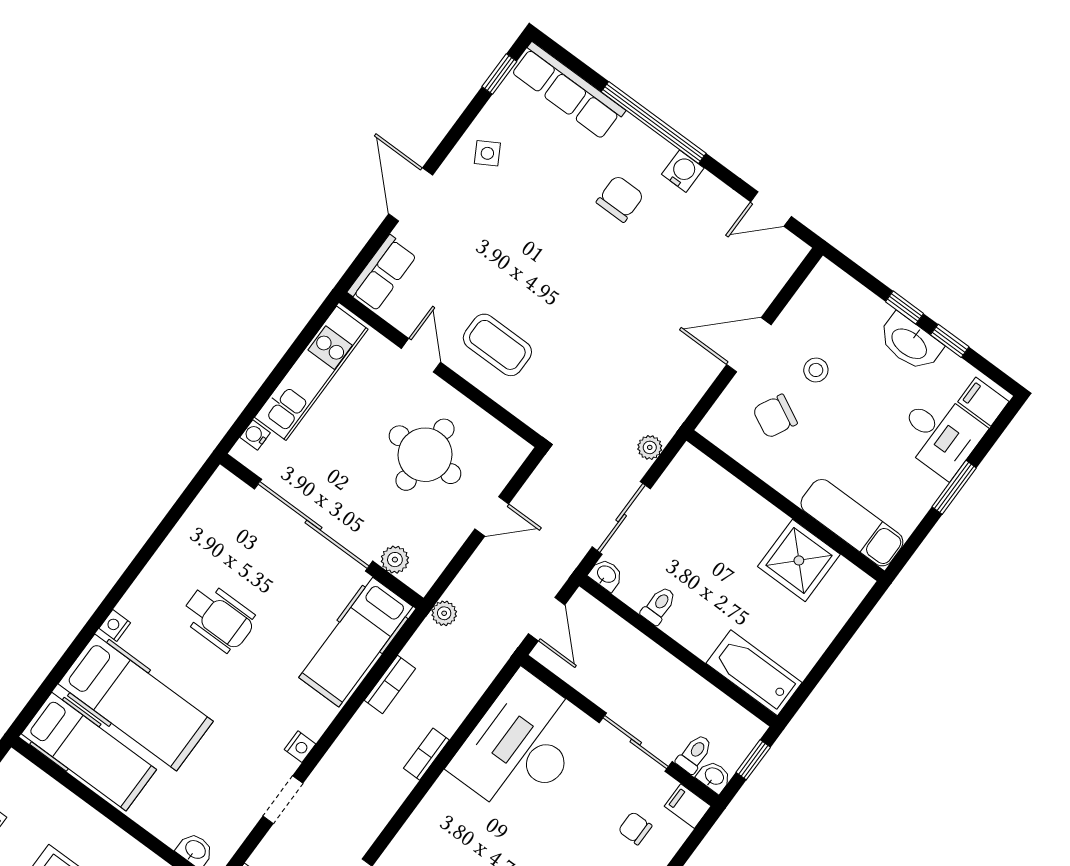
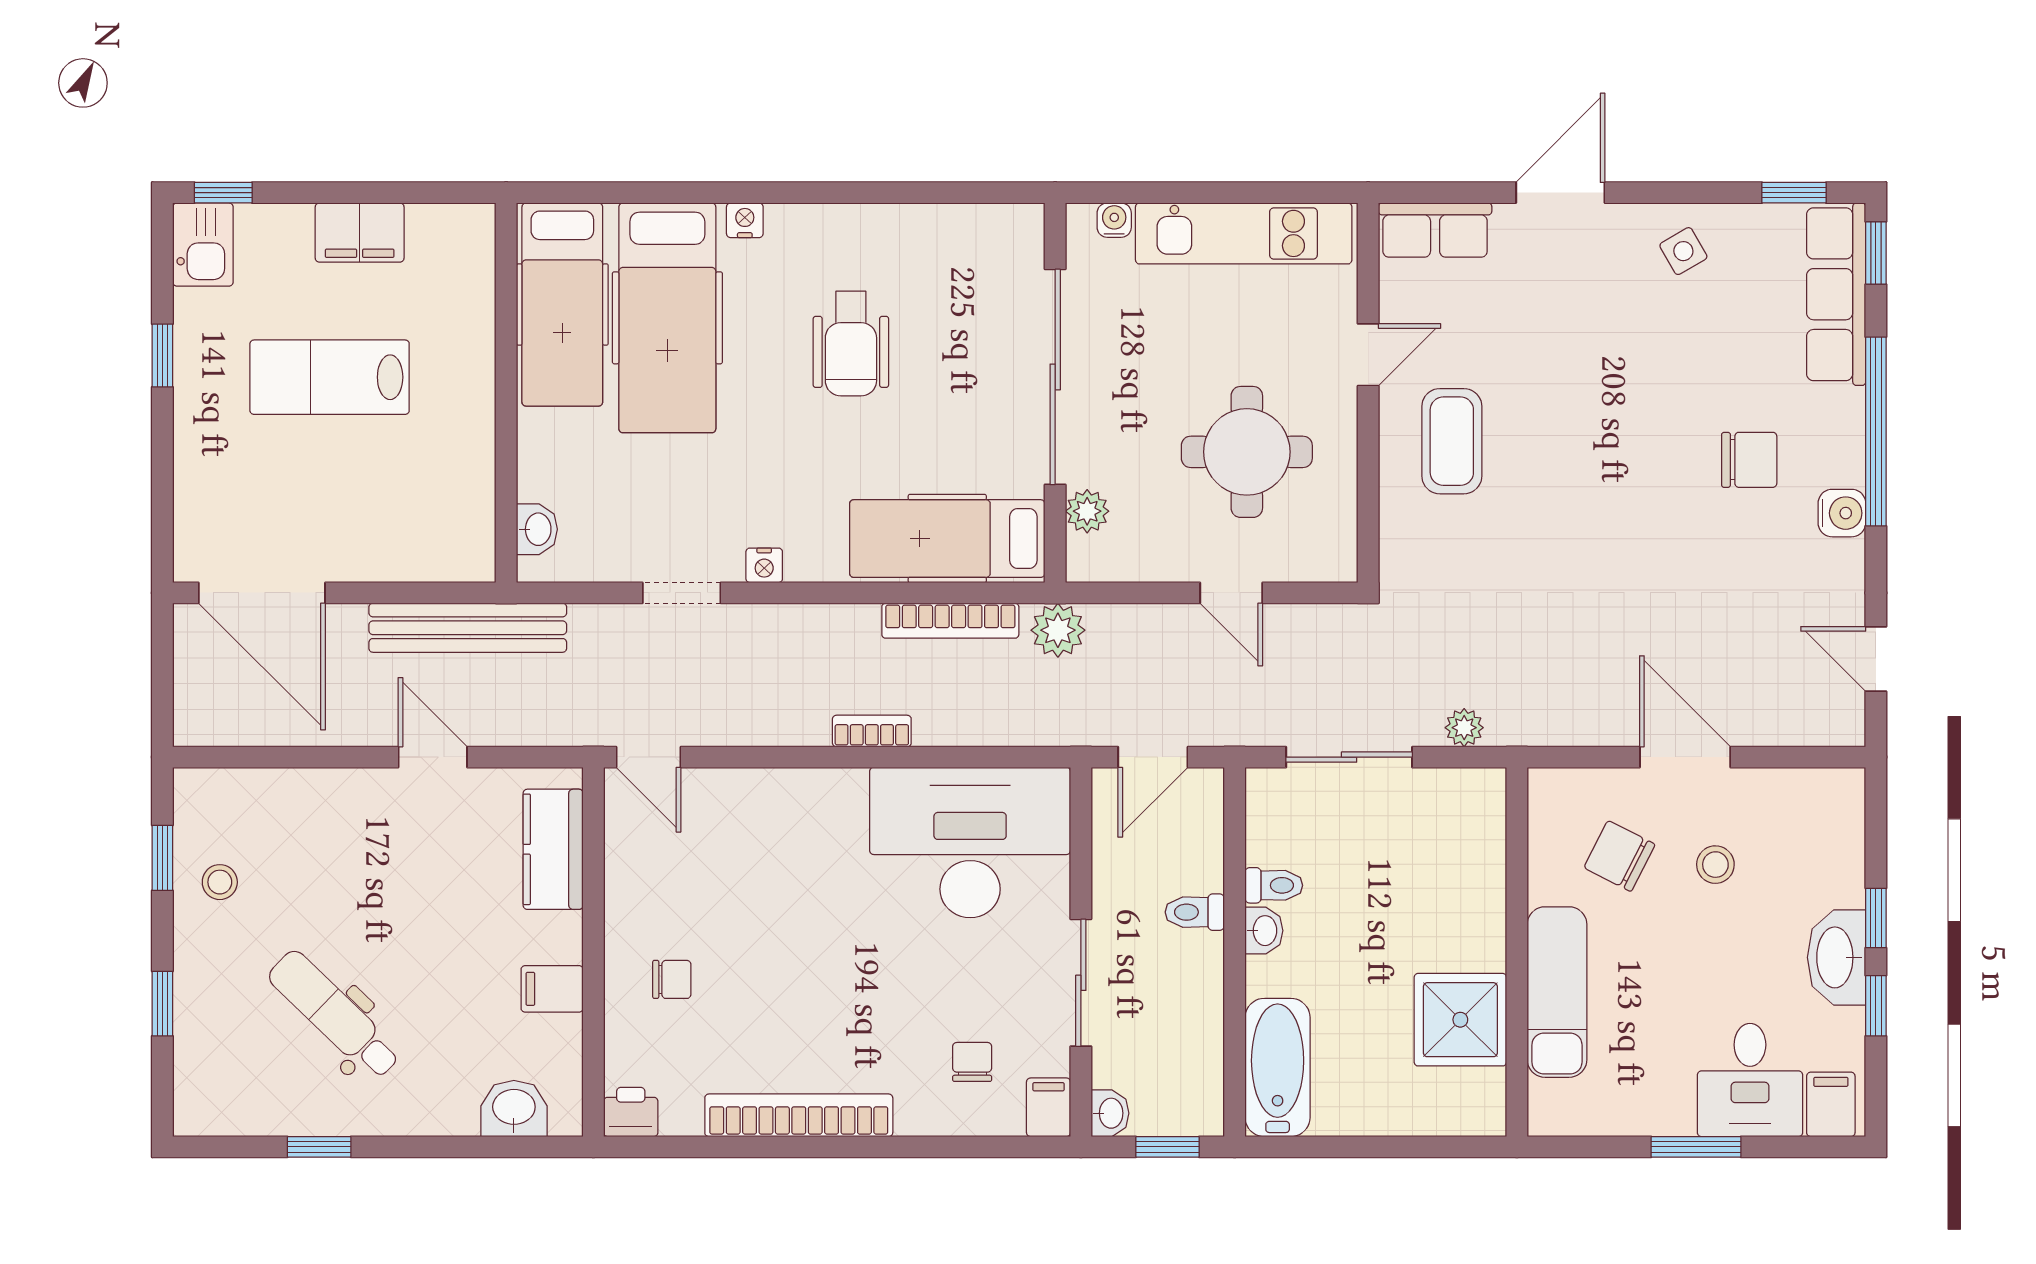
window: (562, 55) -> (1876, 253), added
exam couch: (852, 523) -> (1557, 992), moved
washbasin: (606, 575) -> (1264, 931), moved
plant: (444, 613) -> (1058, 630), width x1.38, depth x1.38
bookcase: (390, 684) -> (950, 621), width x1.56
toilet: (694, 754) -> (1195, 912), moved, turned 180

